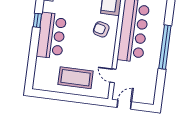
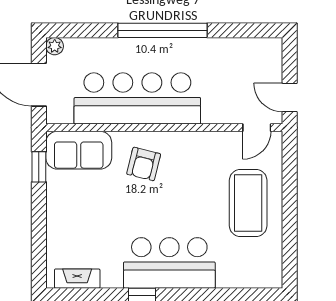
door: (113, 76) -> (257, 128), moved

